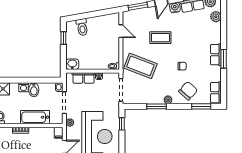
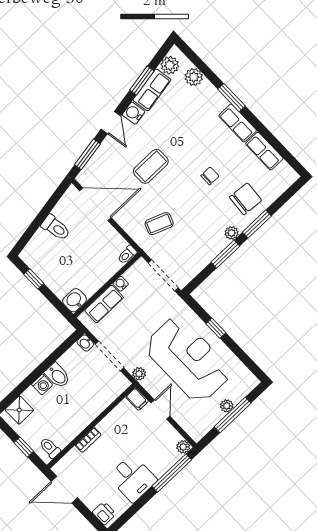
toilet: (82, 27) -> (56, 228), moved
door: (121, 31) -> (95, 204), width x1.88
window: (224, 59) -> (232, 98), moved
coffee table: (140, 66) -> (159, 224), width x0.54, depth x0.58
chair: (188, 91) -> (246, 199), turned 53
row of seats: (216, 93) -> (264, 151), moved
window: (201, 106) -> (257, 224), moved
bathtub: (35, 117) -> (91, 407), removed
window: (122, 124) -> (216, 328), moved

